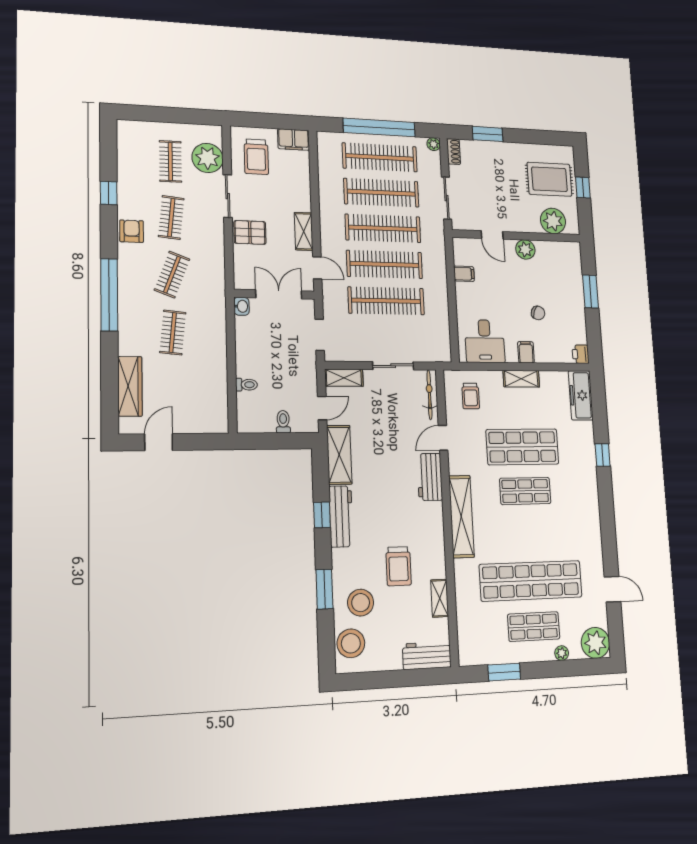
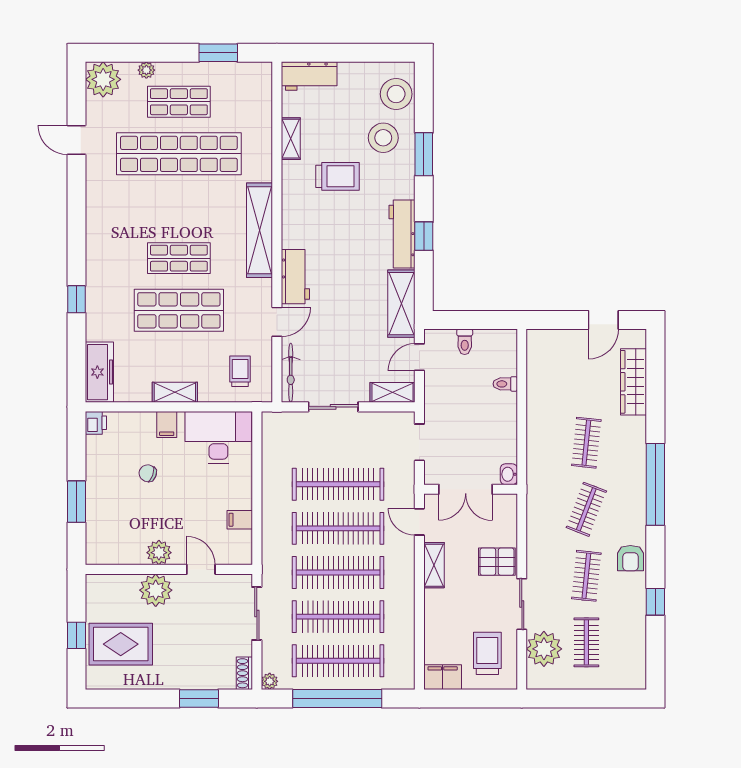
plant: (553, 221) -> (156, 590), moved
desk: (485, 341) -> (218, 437), width x1.37
trolley: (399, 566) -> (337, 176), turned 90

